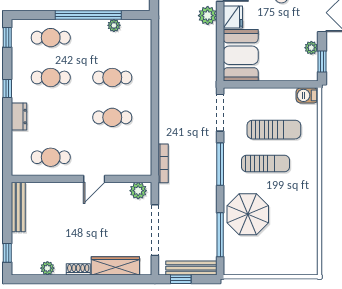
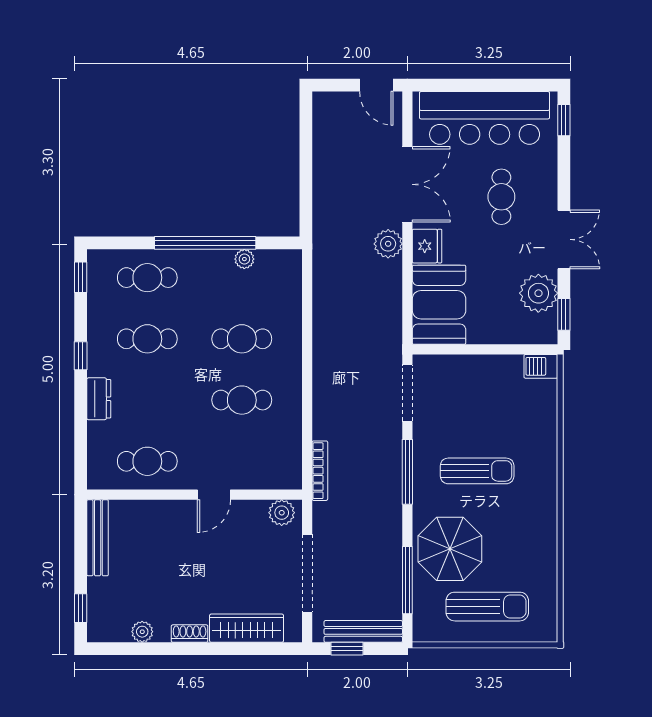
plant: (311, 48) -> (538, 293), width x1.87, depth x1.87
sun lounger: (274, 130) -> (487, 607), moved

